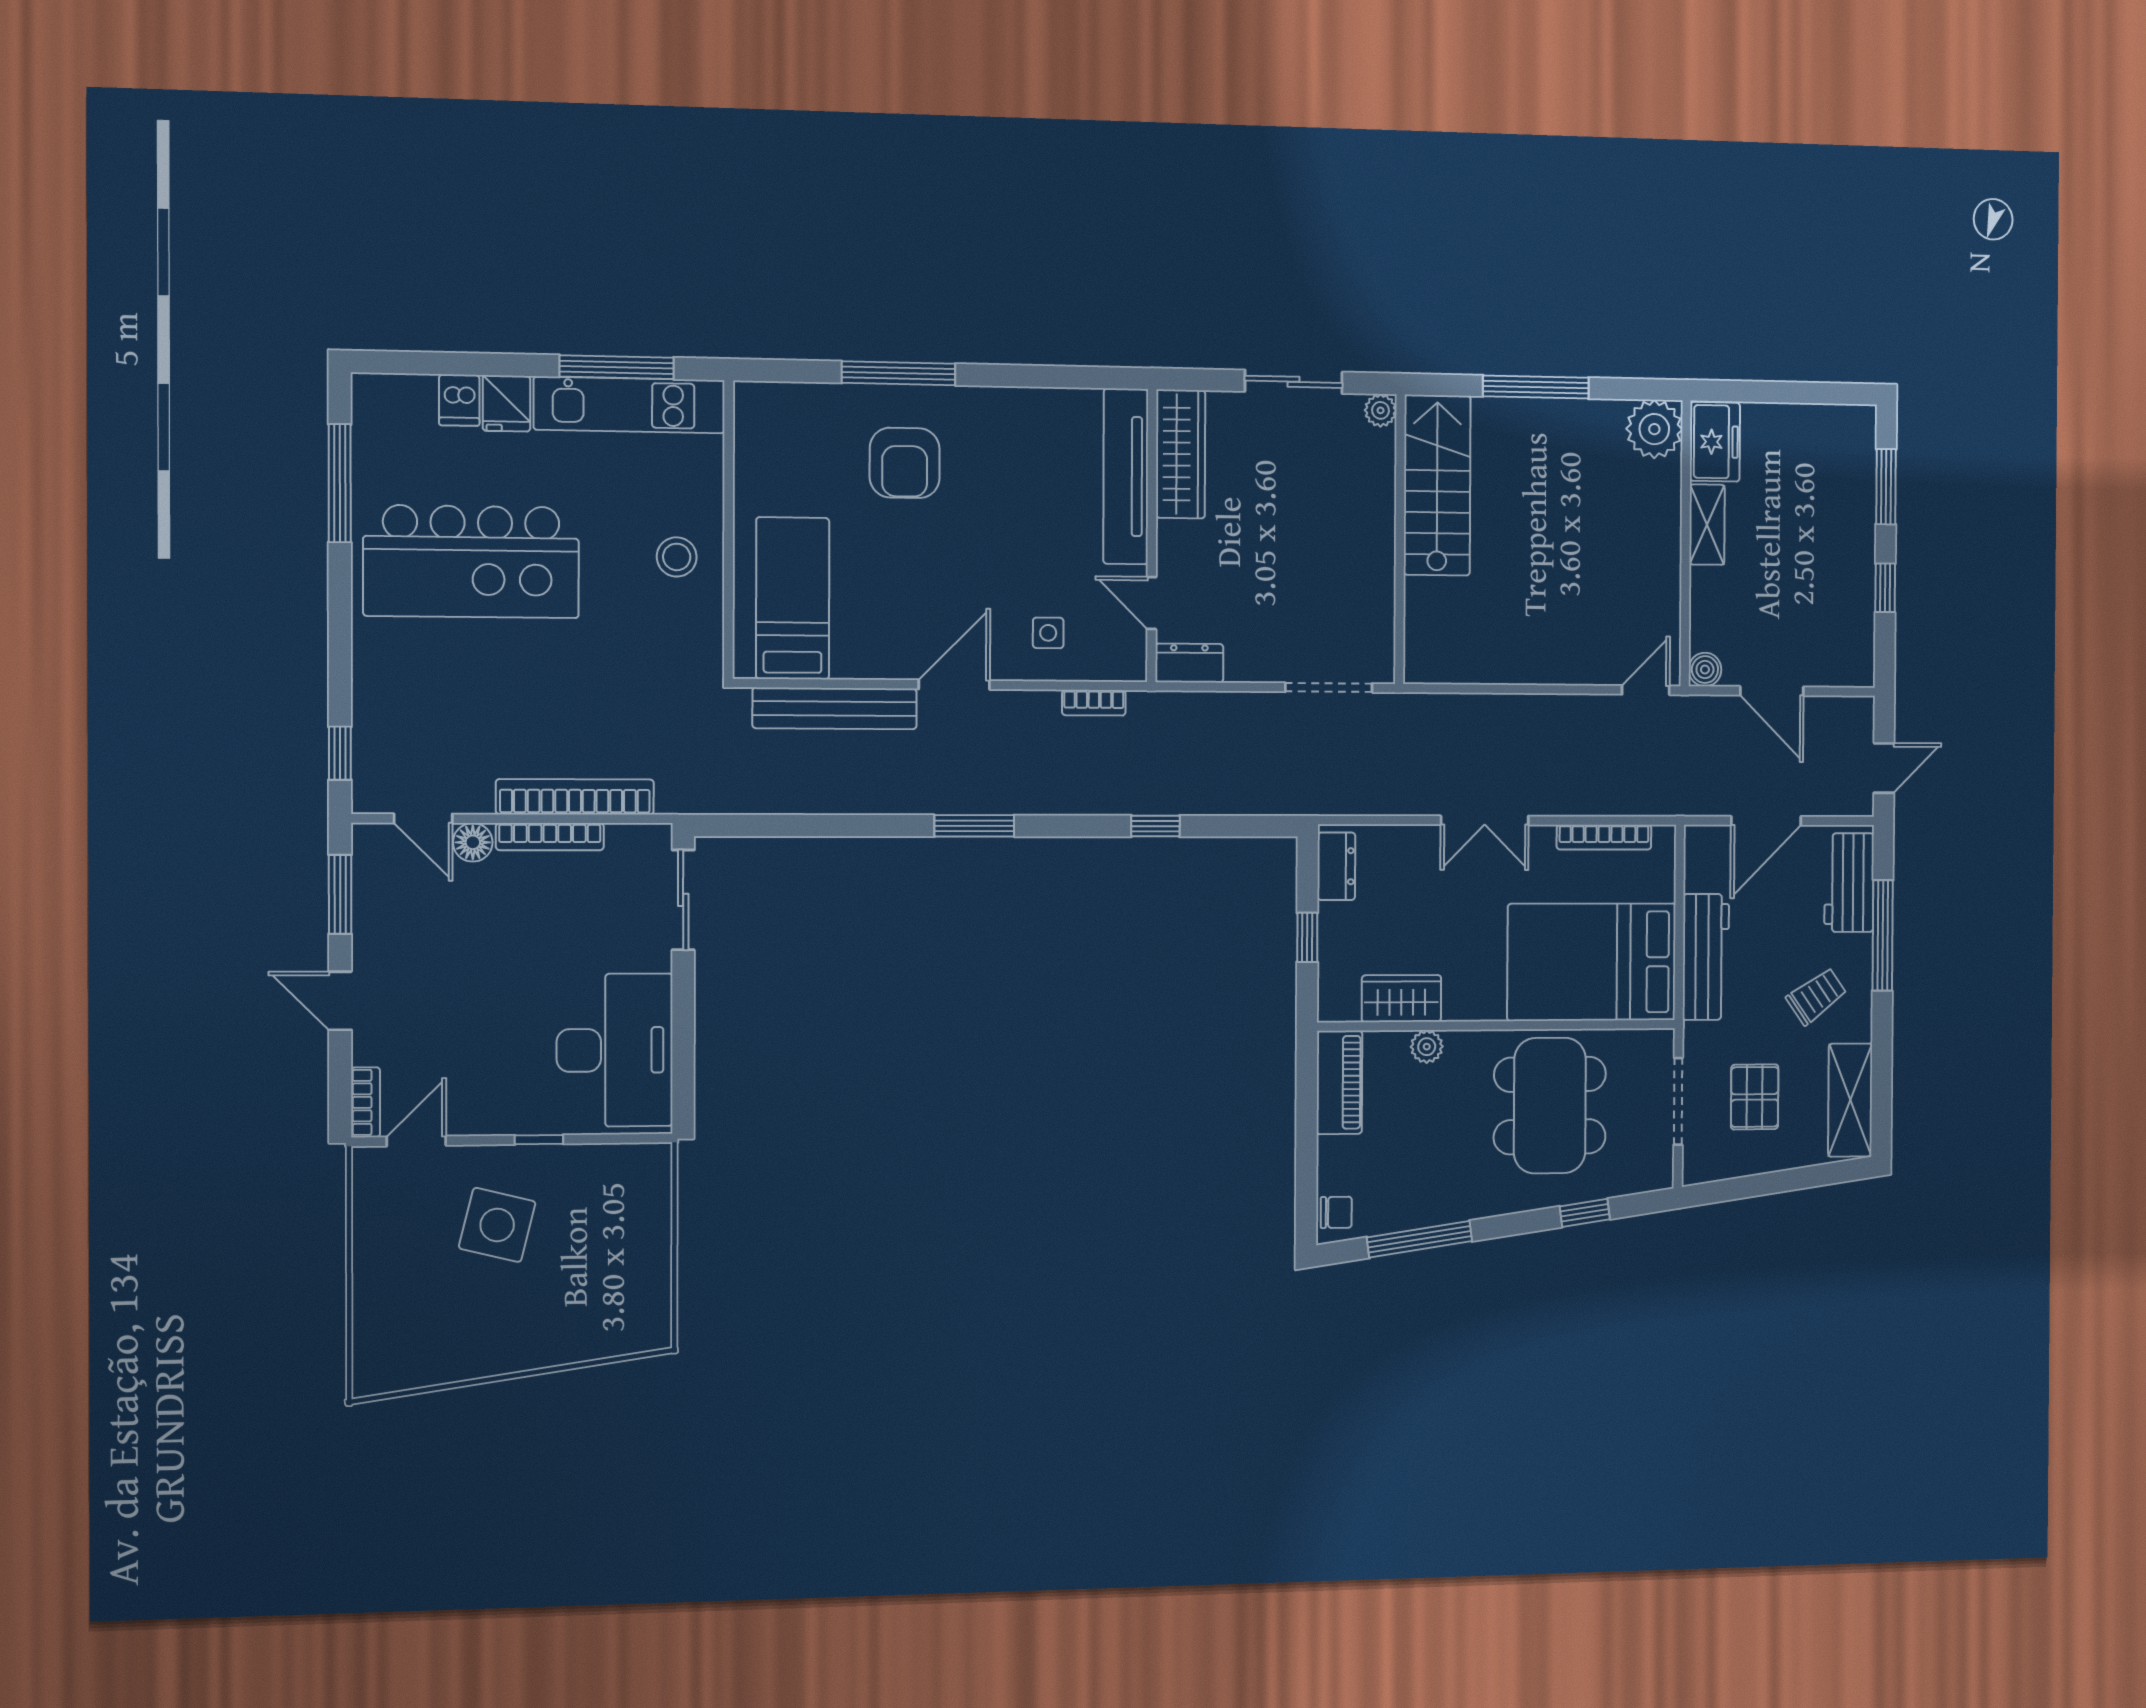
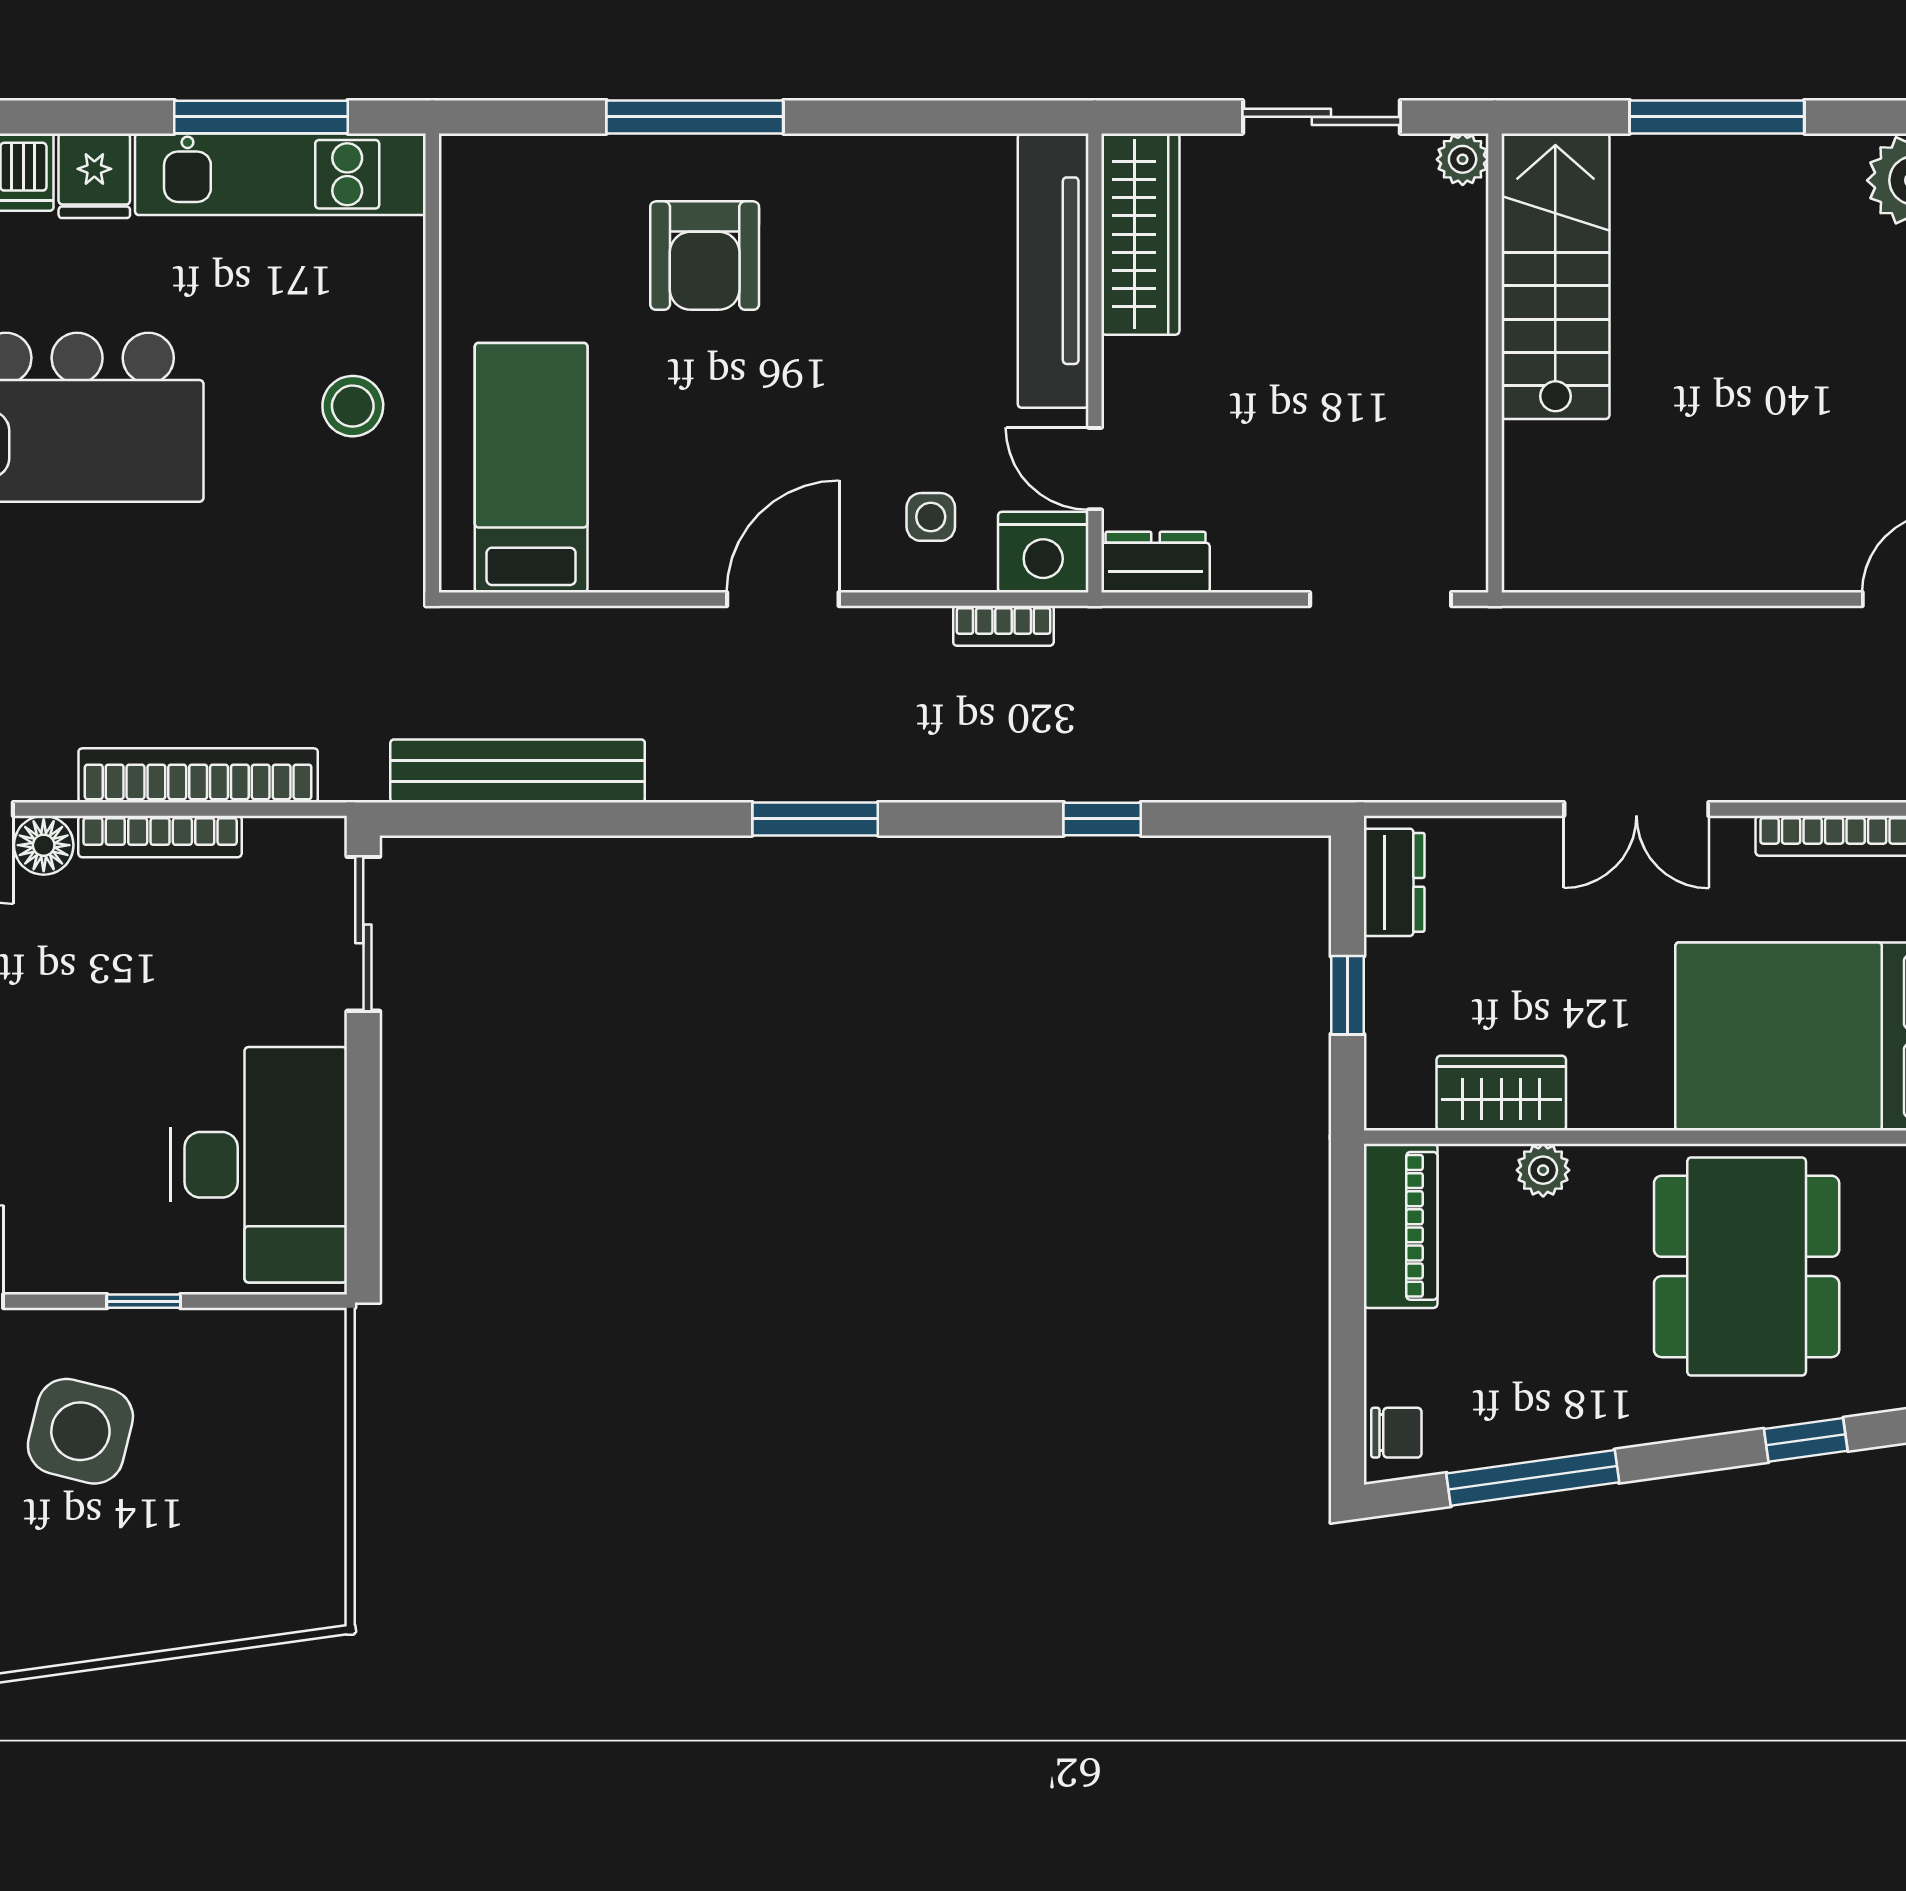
nightstand: (1119, 656) -> (1043, 552), added
bench: (835, 708) -> (518, 771), moved

